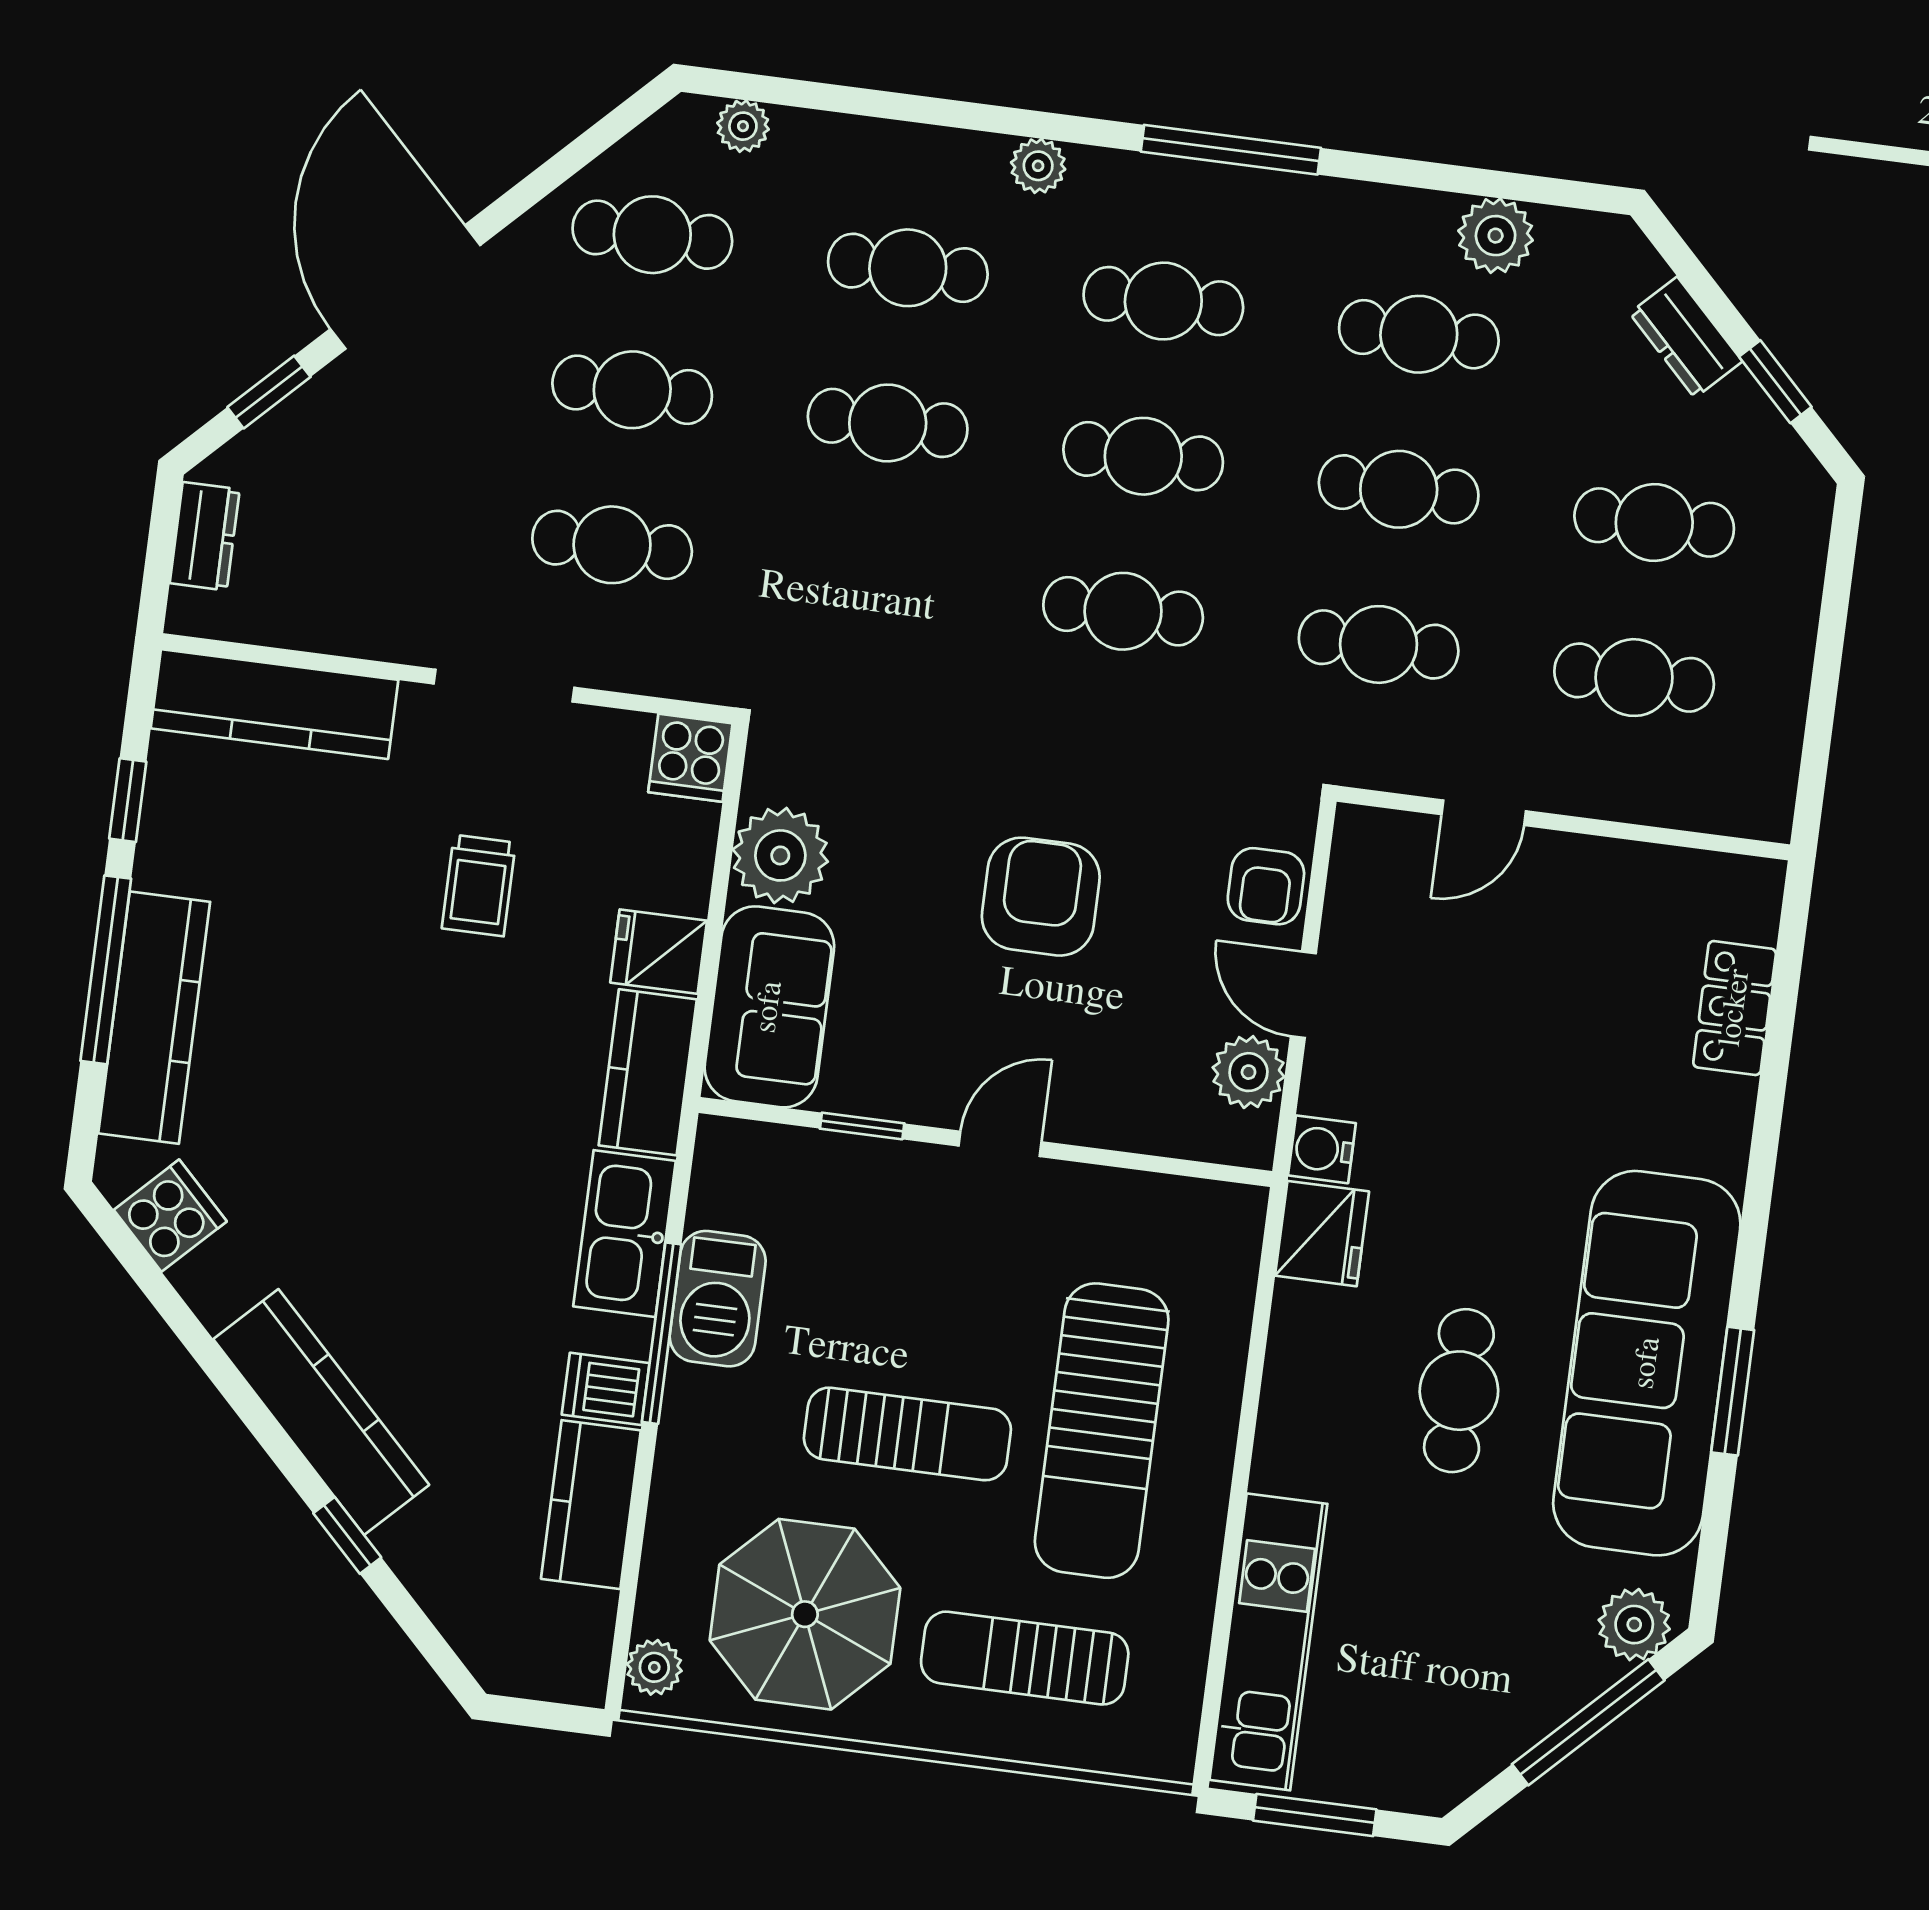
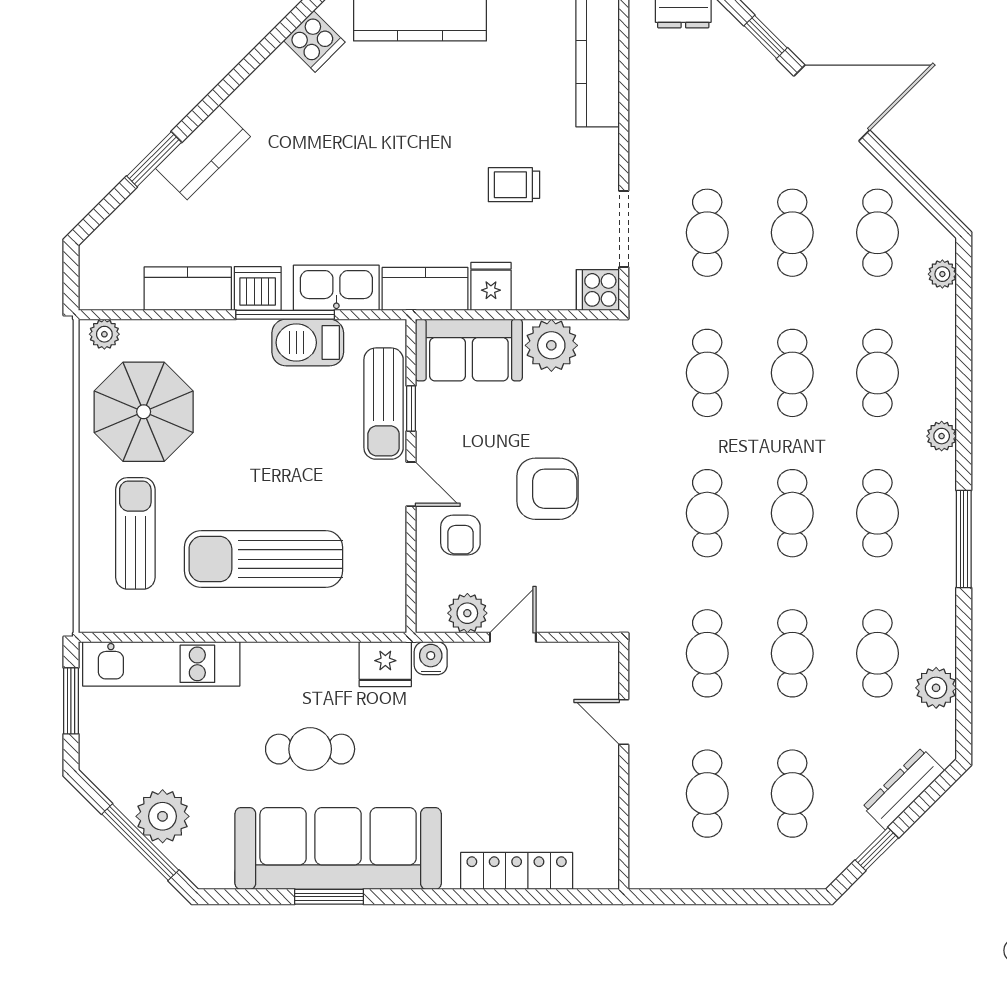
dresser: (1686, 337) -> (904, 789), width x1.44
cafe table: (868, 578) -> (707, 373), added
doorway: (504, 686) -> (624, 229), moved
armchair: (1266, 886) -> (460, 535), moved, turned -90
locker: (1735, 1008) -> (517, 871), width x1.53
dishwasher: (606, 1389) -> (258, 288), width x1.38
kitchen counter: (321, 1412) -> (203, 152), width x0.67
sun lounger: (907, 1434) -> (384, 404), moved
window: (347, 1535) -> (154, 159), width x1.50
plant: (1634, 1625) -> (163, 816), moved, width x1.36, depth x1.36

